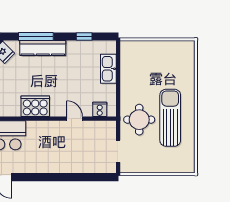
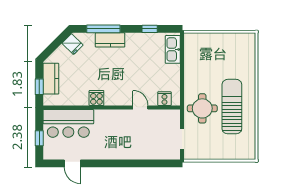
kitchen counter: (43, 48) -> (110, 40), width x0.67
kitchen sink: (108, 69) -> (173, 49), moved
cooker: (35, 106) -> (96, 98), width x0.53, depth x0.76

